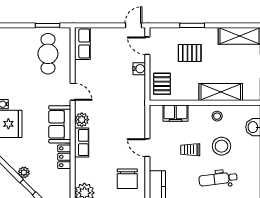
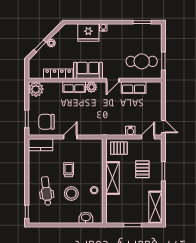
row of seats: (82, 44) -> (134, 88), moved
shelving: (221, 92) -> (112, 178), moved
filing cabinet: (175, 113) -> (97, 158), removed
locker: (64, 157) -> (58, 74), width x1.53

